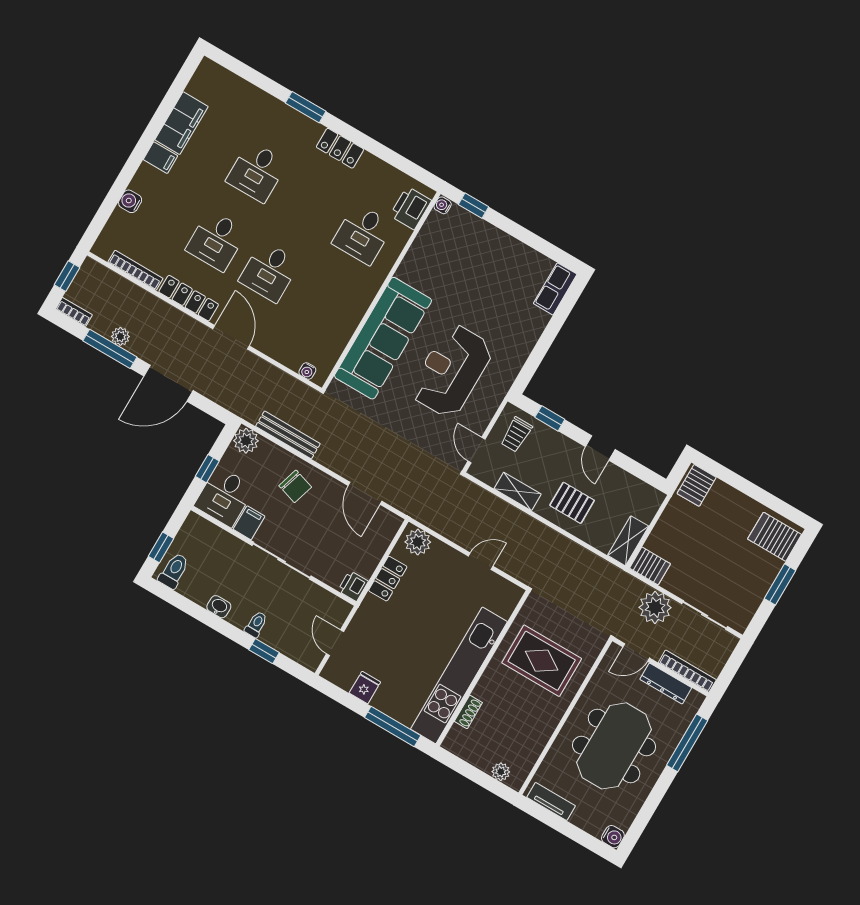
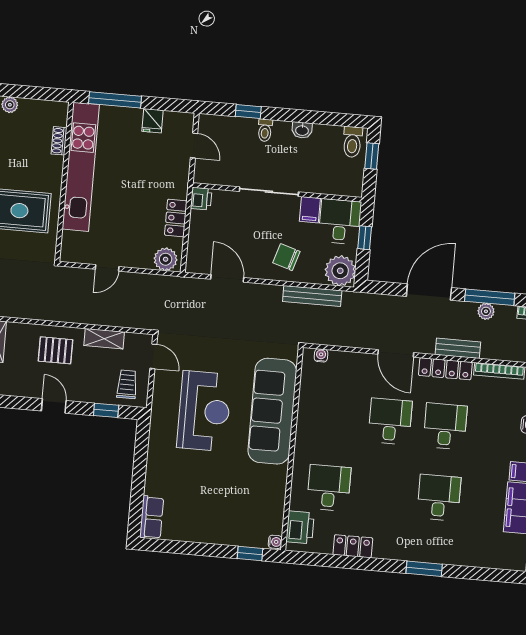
locker: (340, 148) -> (353, 546), moved
bench: (166, 313) -> (458, 348), added
plant: (246, 441) -> (340, 271), width x1.36, depth x1.36

